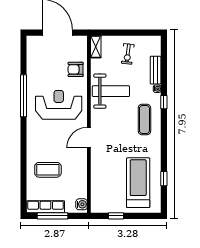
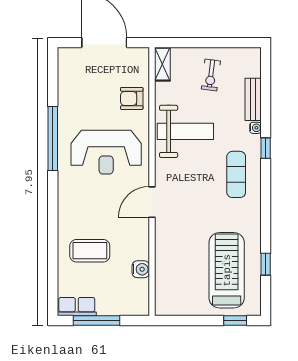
reception desk: (59, 105) -> (106, 152), turned 180
water cooler: (82, 204) -> (141, 269), moved
row of seats: (45, 207) -> (77, 307), width x0.68
window: (116, 216) -> (235, 320), moved

